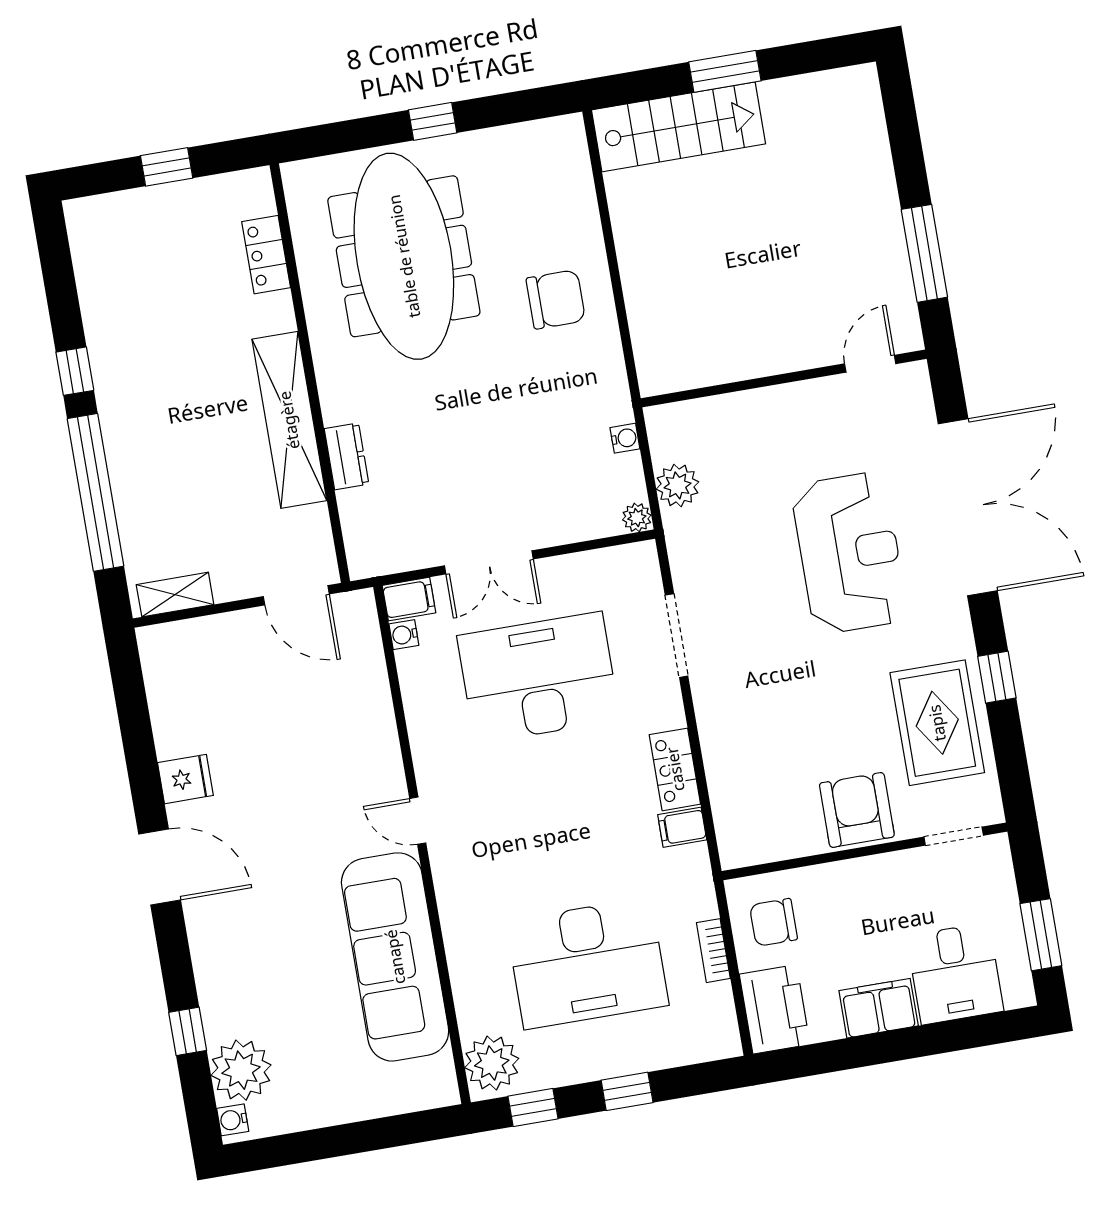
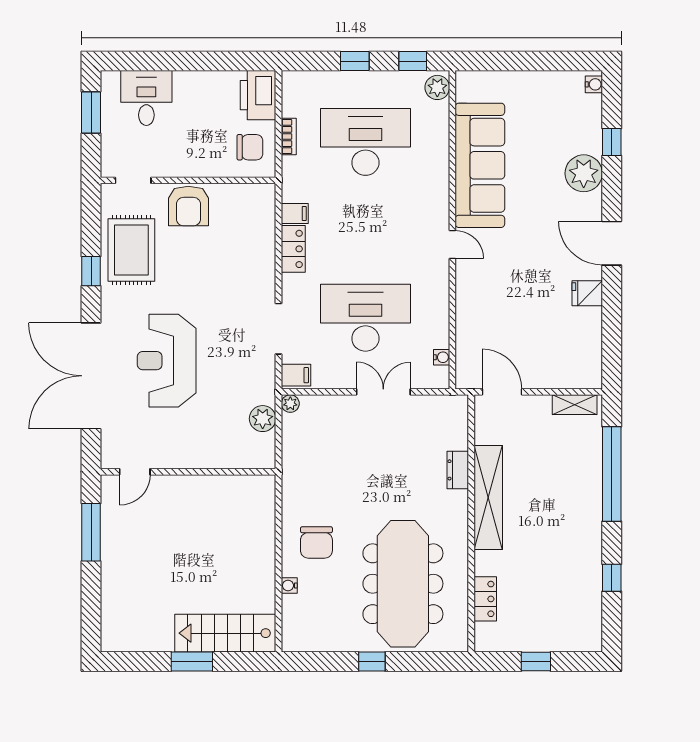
chair: (556, 299) -> (316, 542), turned -90
window: (75, 371) -> (612, 578), moved
water cooler: (625, 438) -> (289, 585), moved
filing cabinet: (409, 599) -> (296, 375), moved, turned 180
desk: (539, 678) -> (365, 318), turned 180
filing cabinet: (879, 1008) -> (196, 85), removed
plant: (492, 1063) -> (437, 87), width x0.73, depth x0.73
plant: (241, 1070) -> (584, 173), moved

